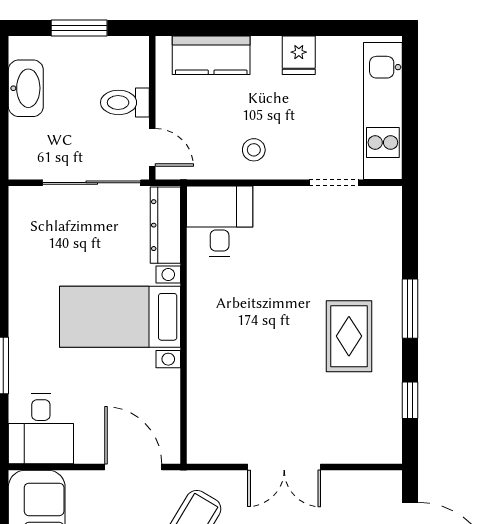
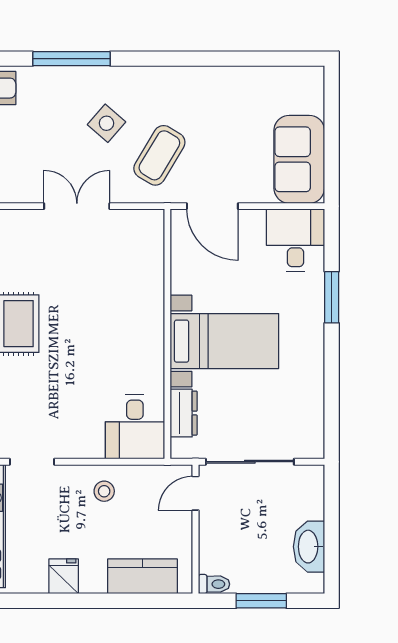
toilet: (125, 102) -> (214, 584), moved, width x0.73, depth x0.72
door: (152, 147) -> (195, 493), hinge flipped
dresser: (165, 225) -> (184, 413), width x0.70

